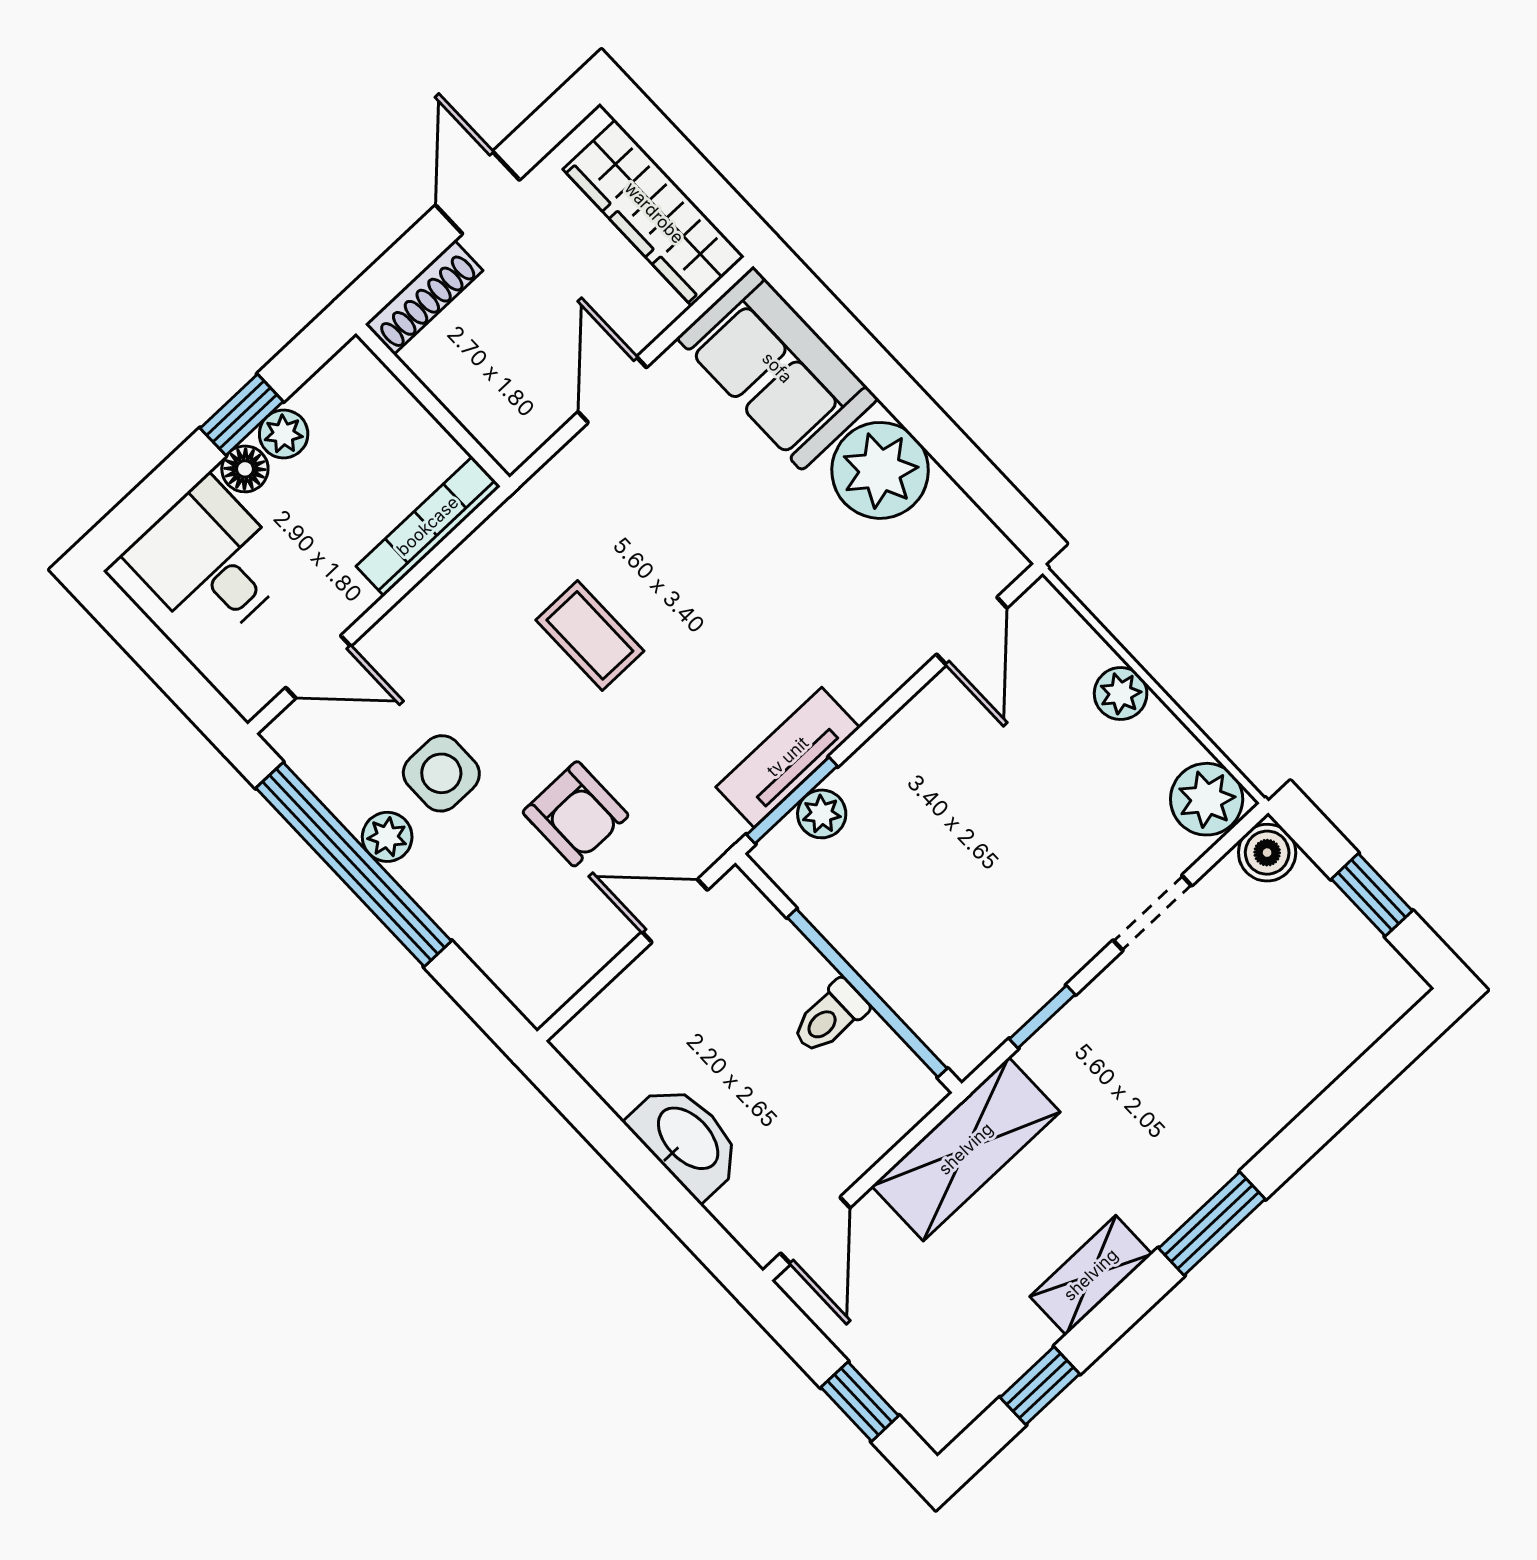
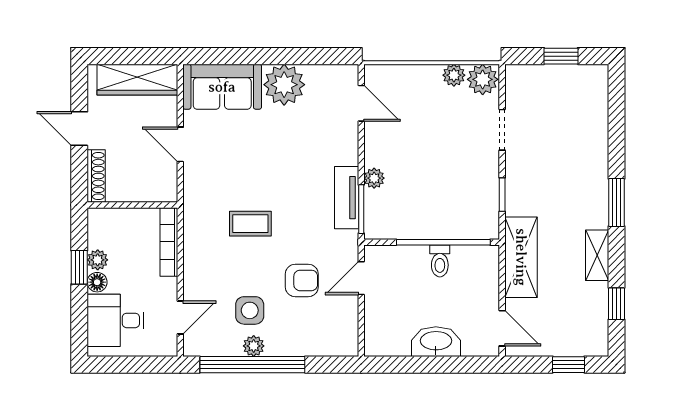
plant: (1121, 694) -> (454, 75), moved
plant: (822, 814) -> (374, 178), moved
boiler: (1267, 853) -> (517, 76), removed

